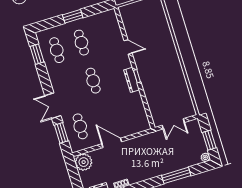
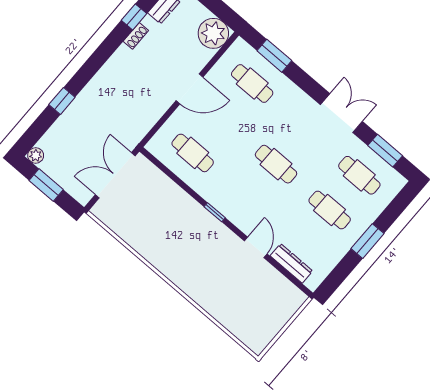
door: (128, 47) -> (256, 247), swing flipped
dresser: (132, 80) -> (291, 263), moved
double door: (53, 106) -> (341, 113), moved
cafe table: (130, 111) -> (193, 153), added
double door: (173, 124) -> (115, 175), width x1.37
window: (176, 175) -> (62, 101), width x0.46

